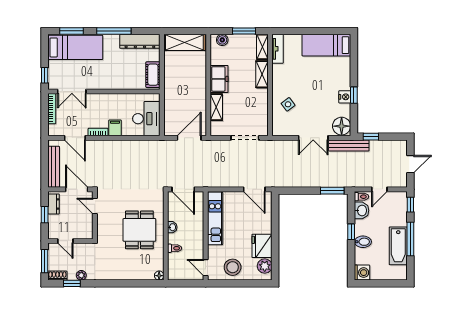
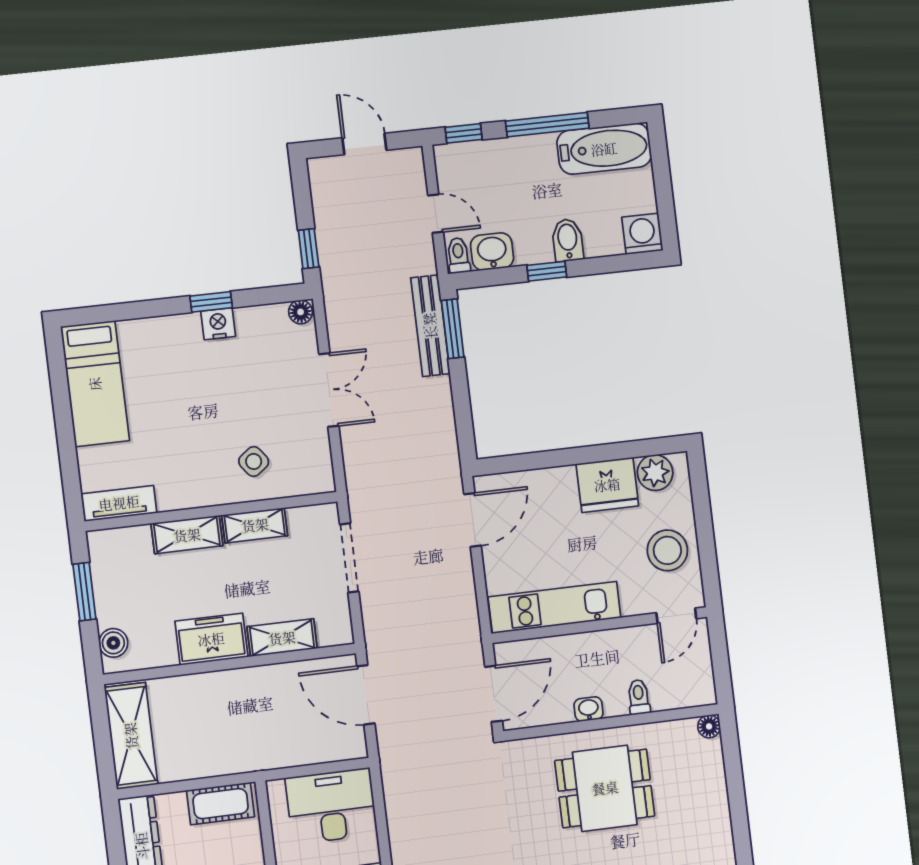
shelving: (262, 47) -> (255, 525), moved
floor lamp: (342, 126) -> (301, 312), width x0.53, depth x0.53
bench: (349, 145) -> (430, 326), moved
bathtub: (398, 246) -> (604, 149), moved

